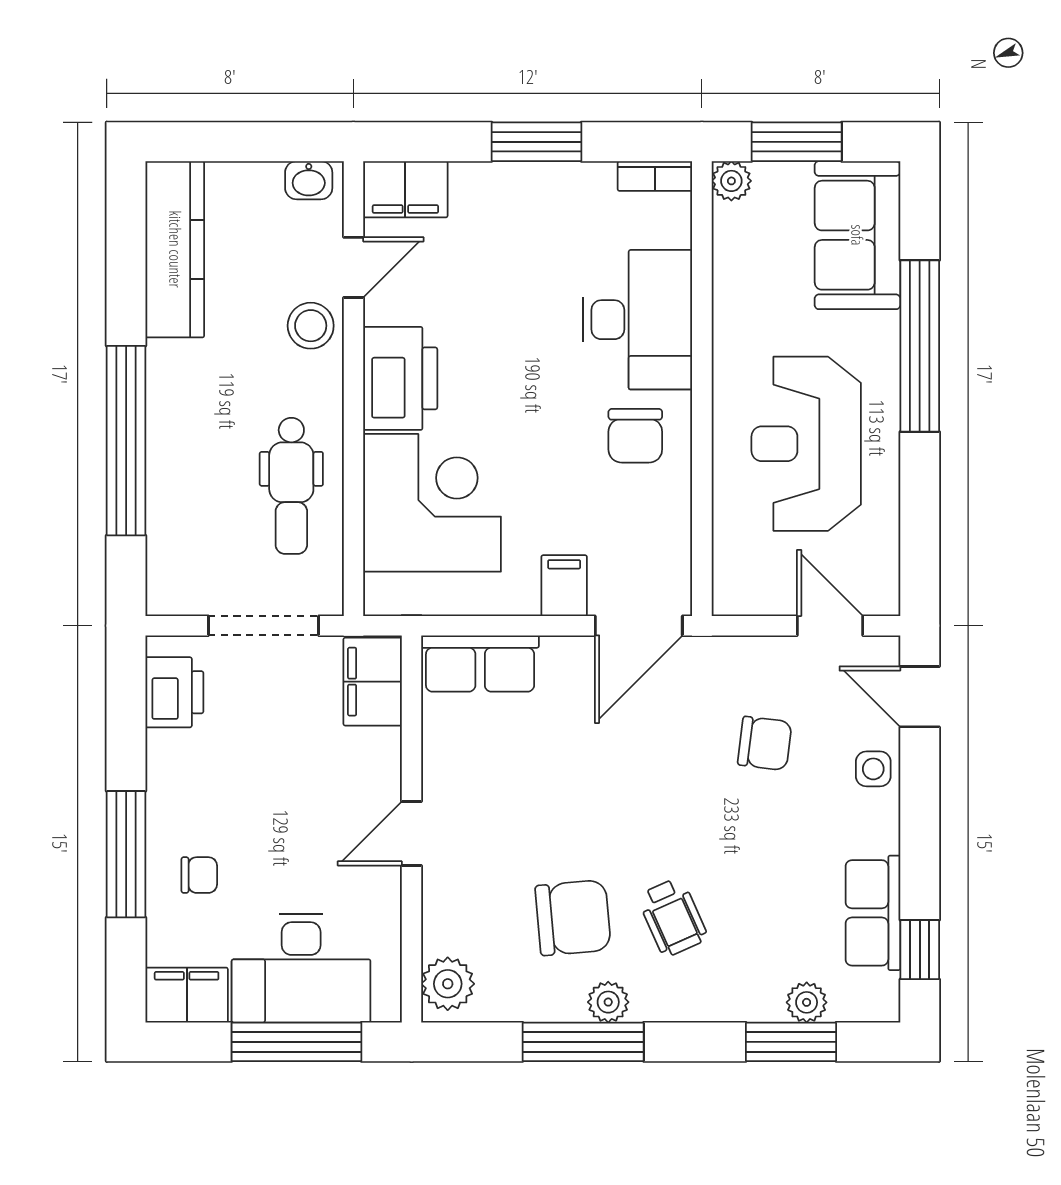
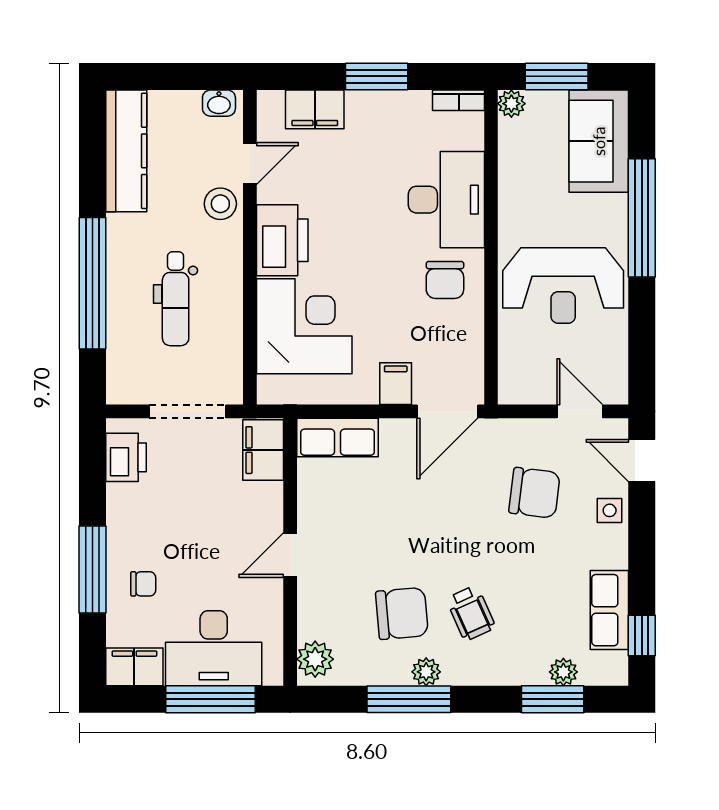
filing cabinet: (405, 189) -> (315, 109), moved
reception desk: (806, 444) -> (563, 285), turned -90
dental chair: (291, 486) -> (176, 299), moved
chair: (765, 743) -> (535, 493), width x1.37, depth x1.37

